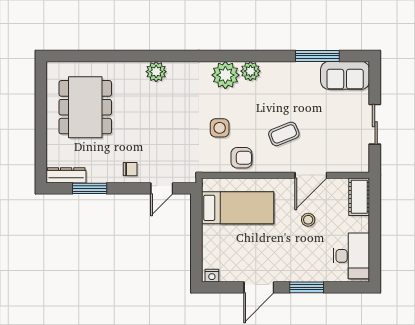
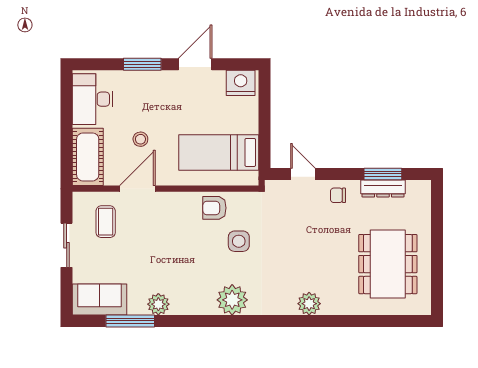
plant: (250, 71) -> (158, 304), moved
coffee table: (284, 134) -> (106, 222), moved, turned -68
dresser: (66, 175) -> (383, 188), moved
door: (162, 188) -> (303, 174), hinge flipped
cot: (359, 197) -> (88, 157), width x1.37, depth x1.34
nightstand: (212, 276) -> (241, 83), width x1.89, depth x1.79

